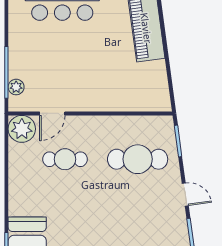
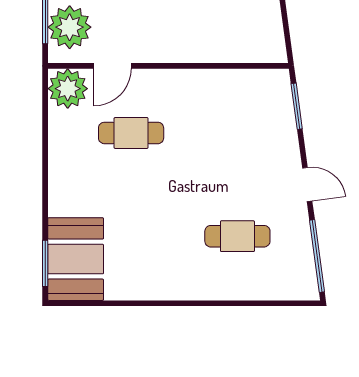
plant: (16, 87) -> (70, 27), width x1.87, depth x1.87
cafe table: (138, 159) -> (237, 236), moved, width x0.73, depth x0.74

